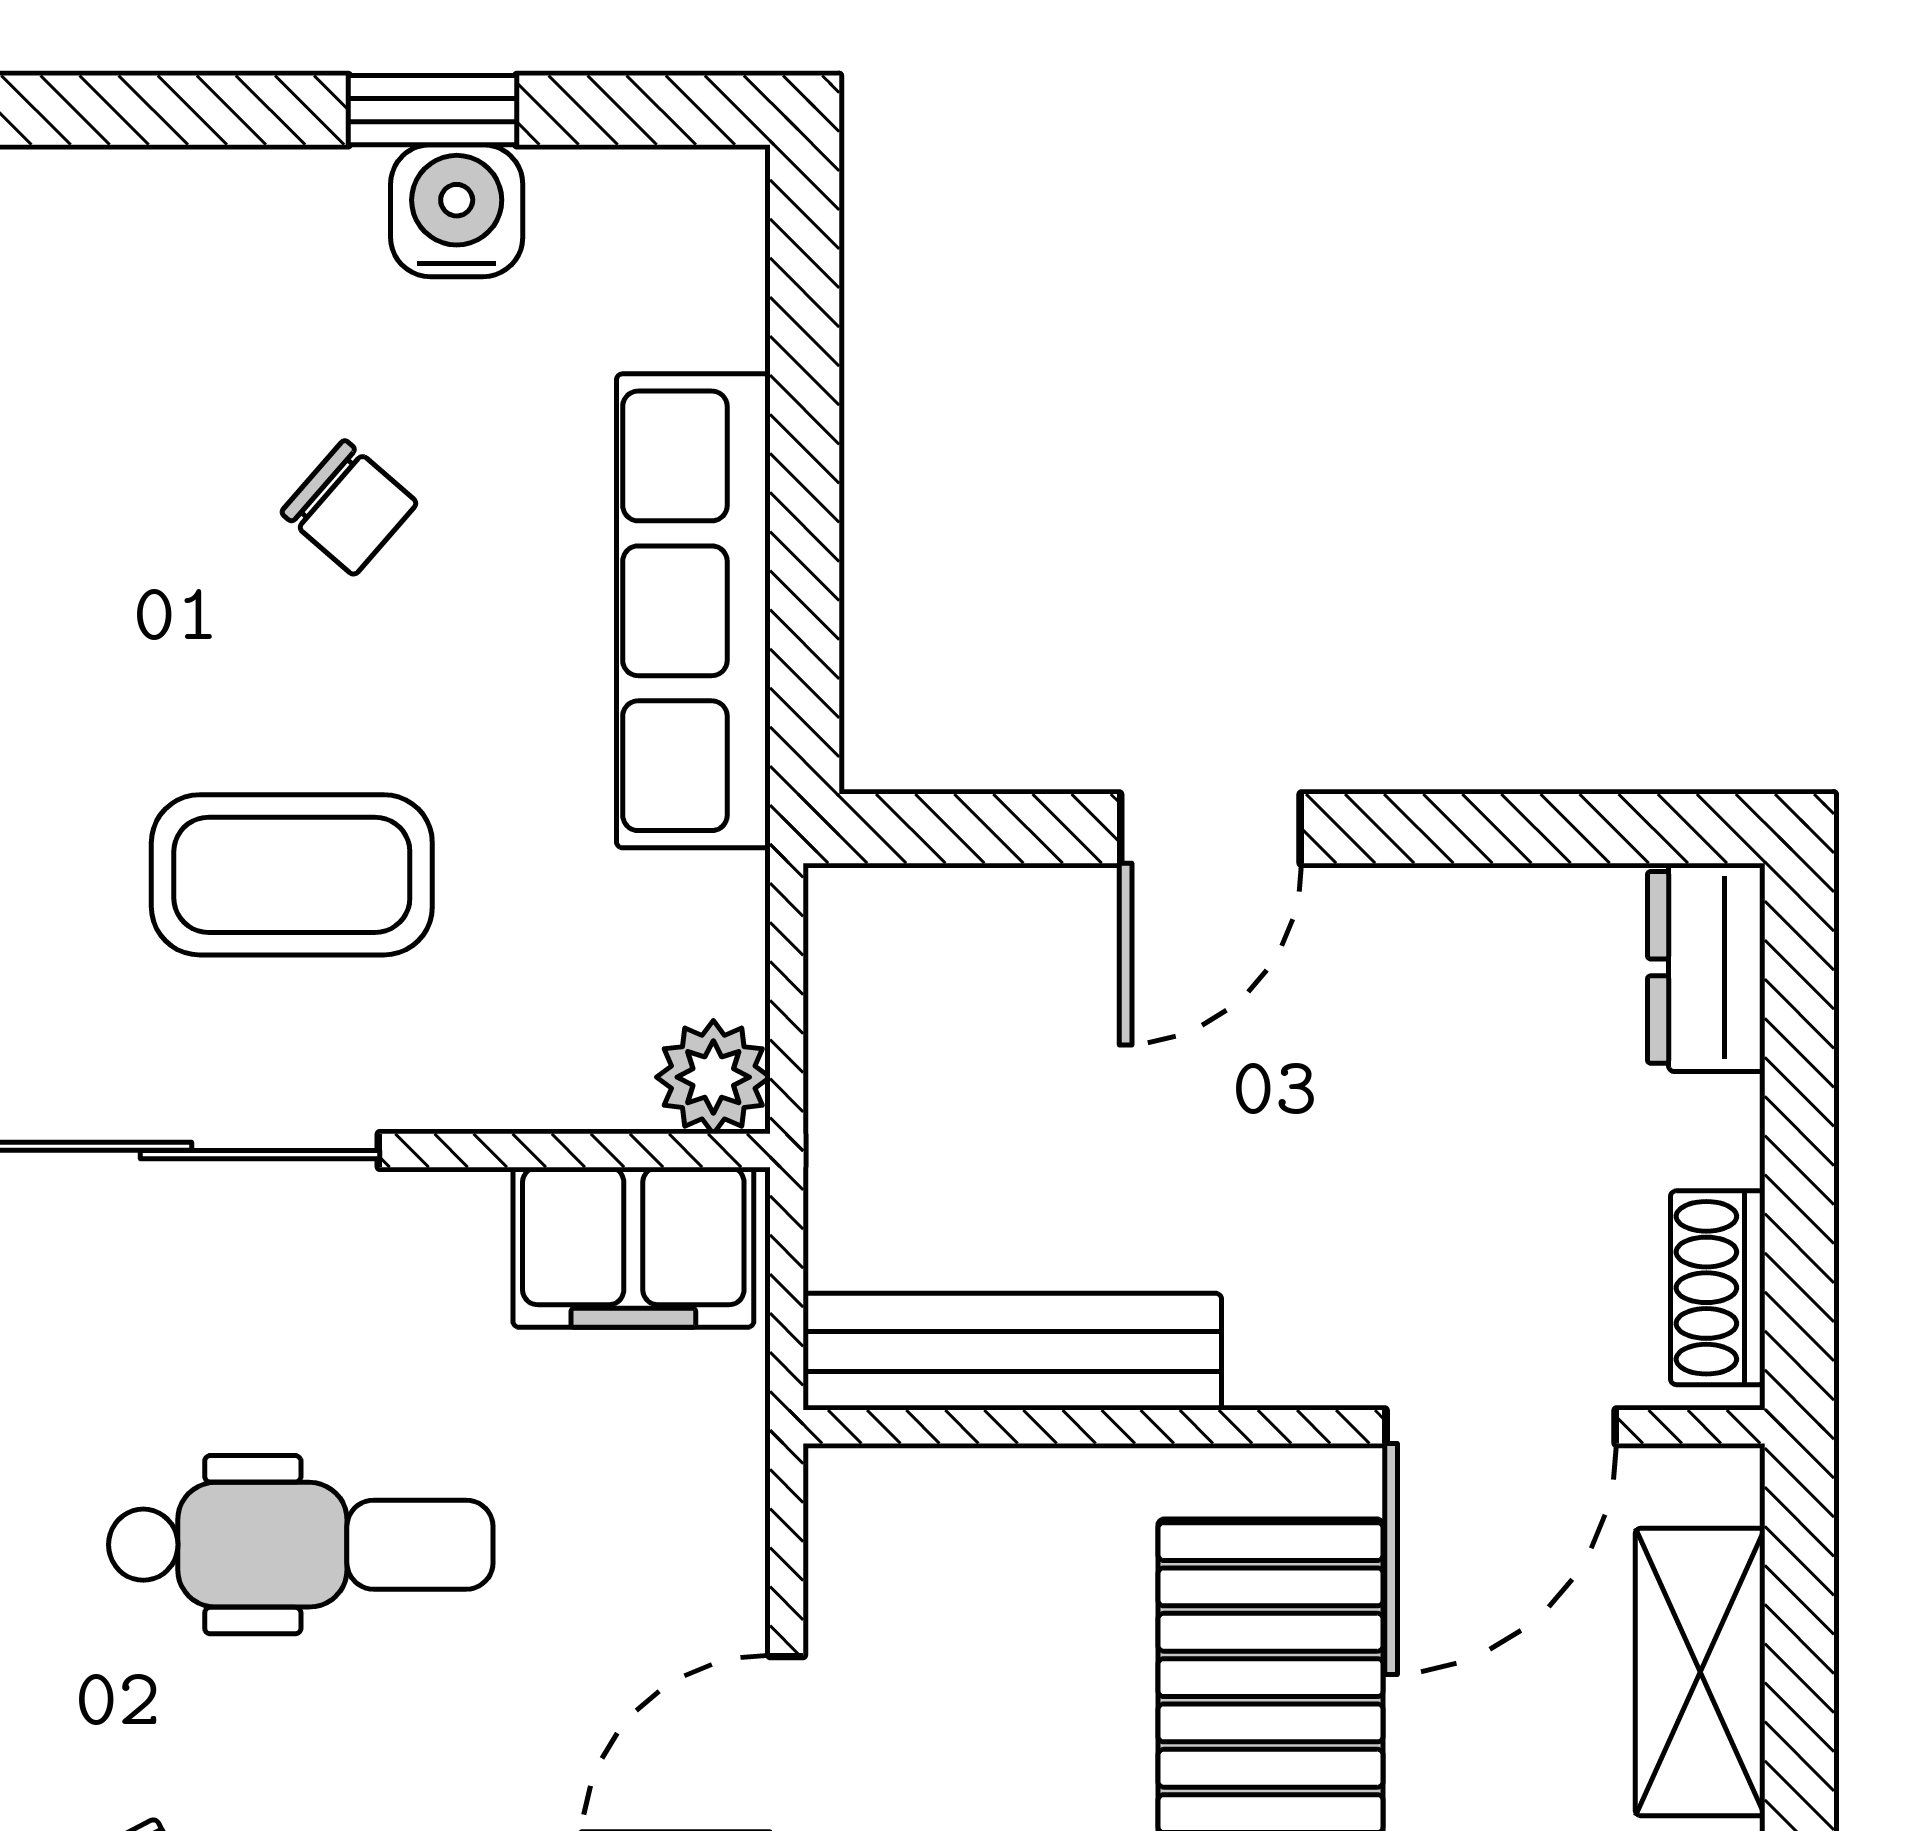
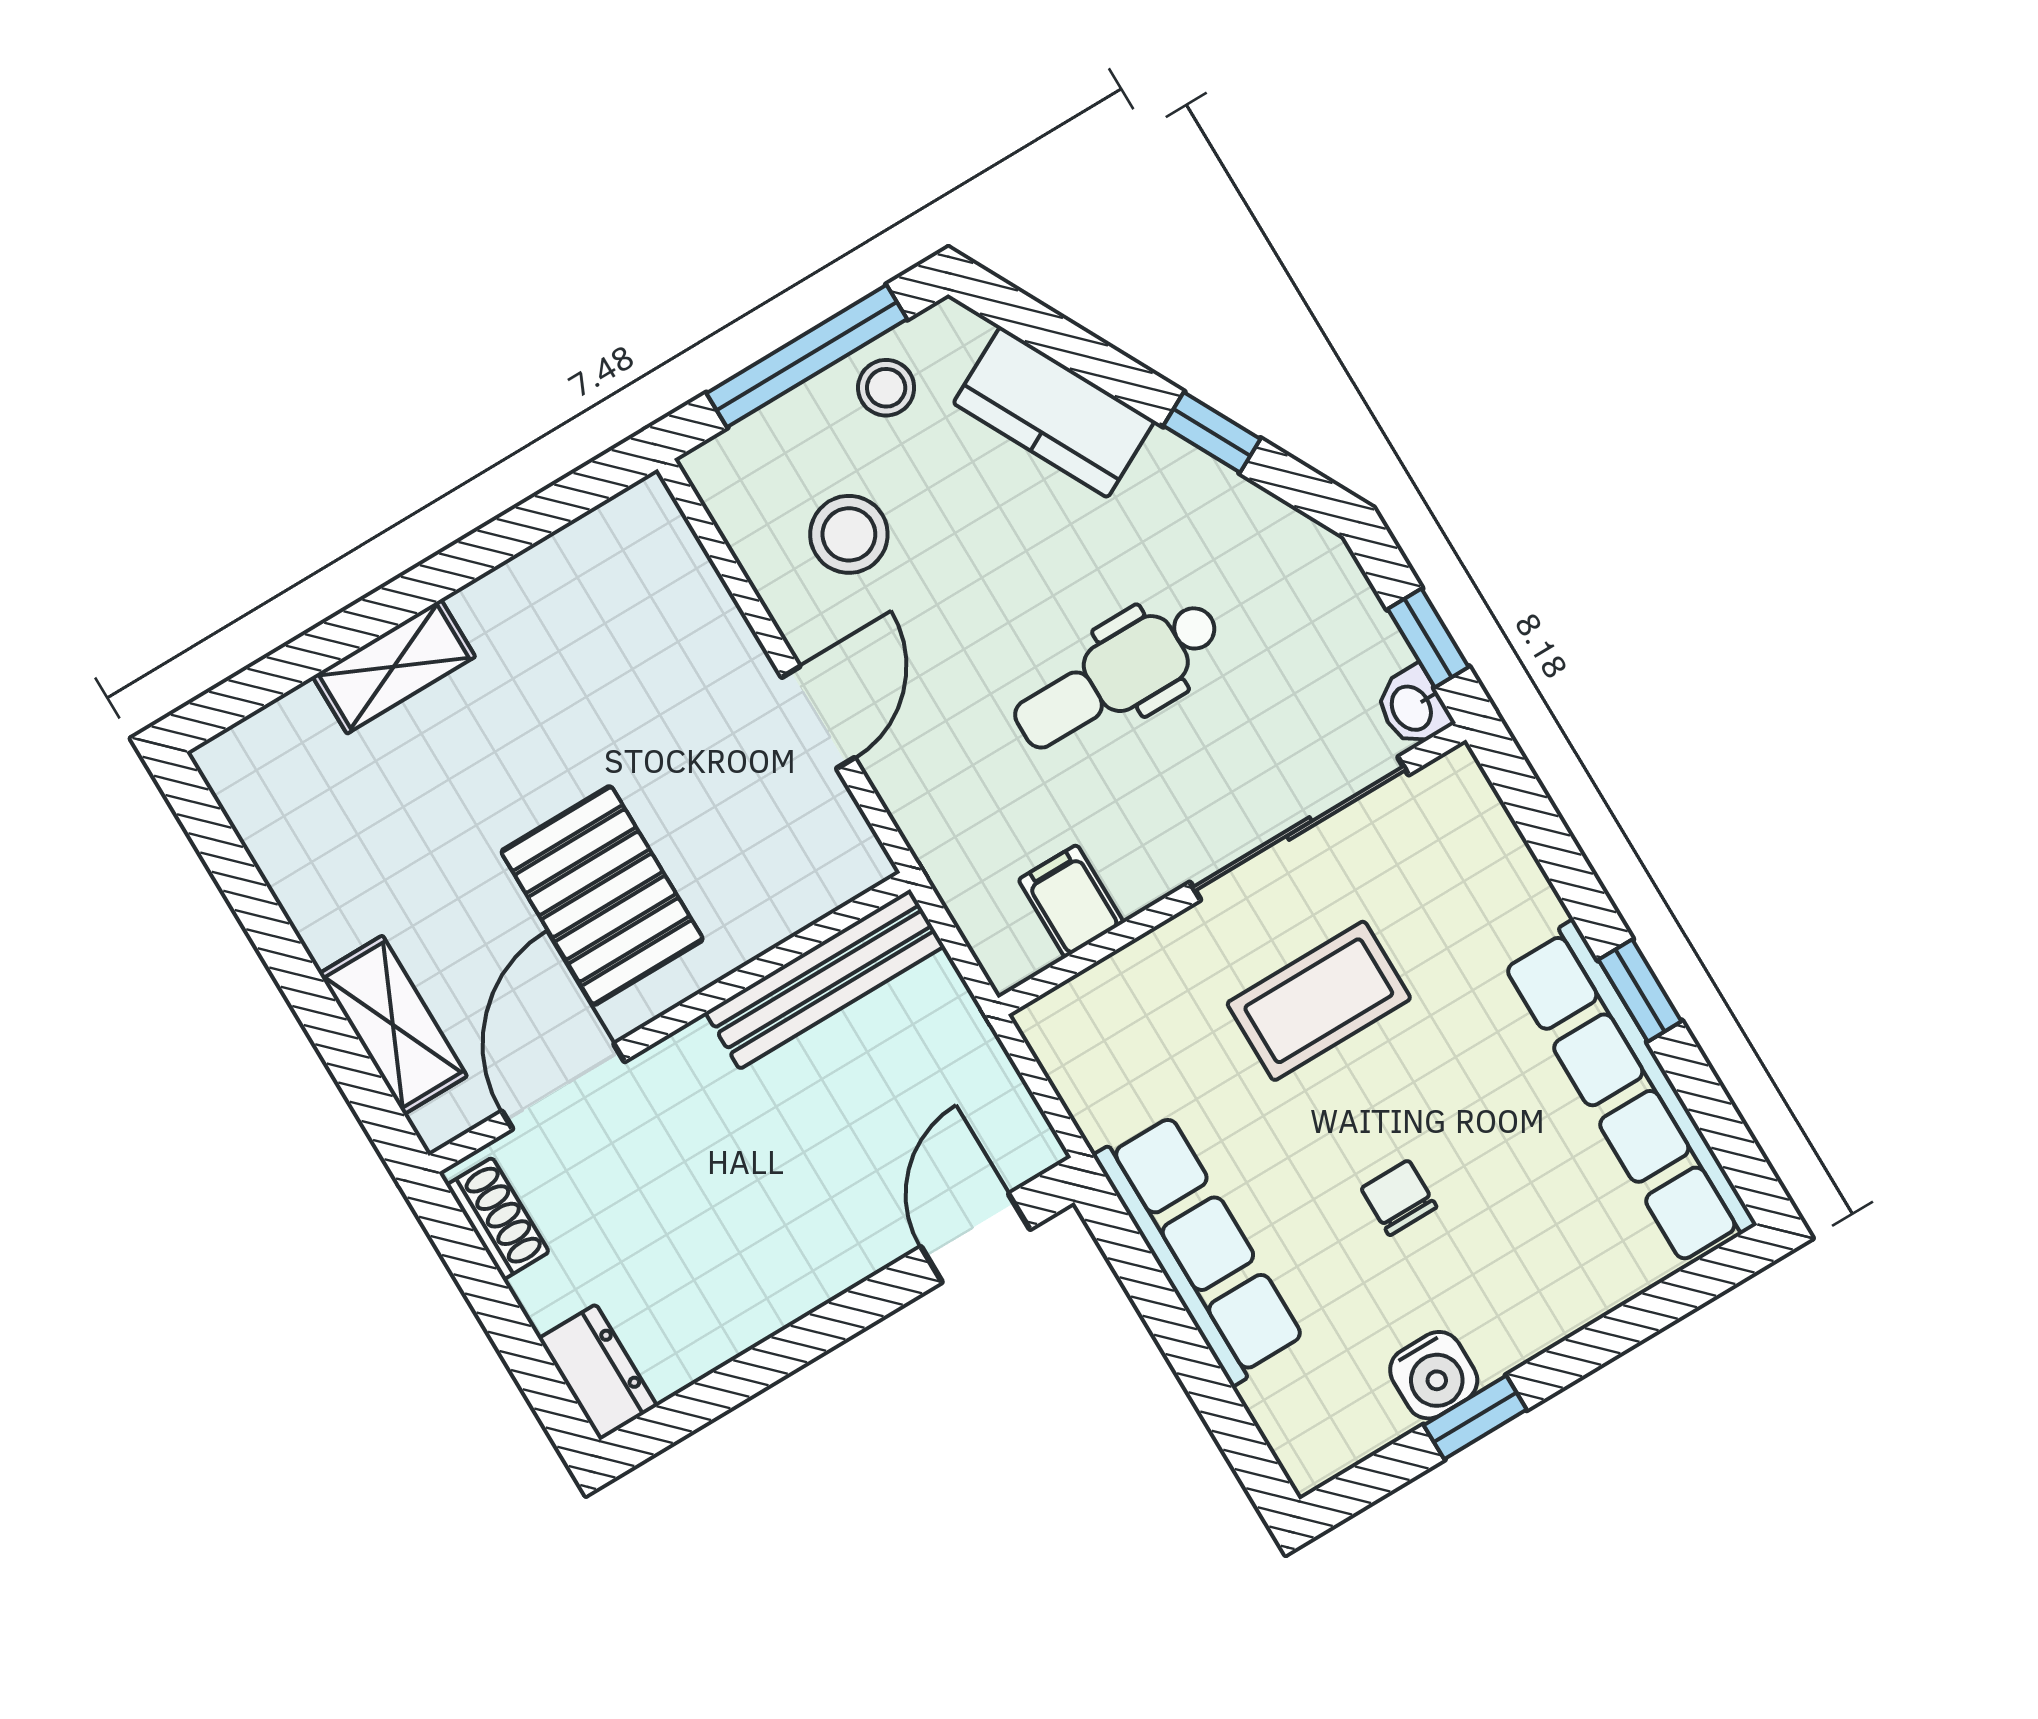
chair: (349, 508) -> (1399, 1198), turned 49
door: (1210, 829) -> (975, 1238), moved
plant: (713, 1077) -> (1052, 1026), removed
filing cabinet: (633, 1247) -> (1071, 901), width x0.50

